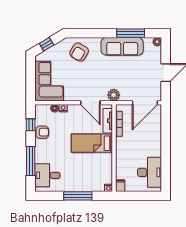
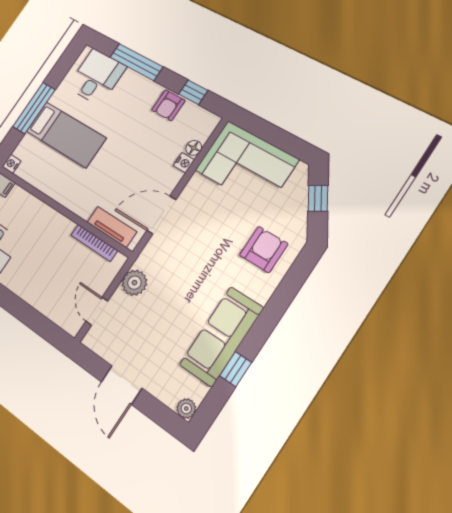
window: (131, 33) -> (236, 369), width x0.46
armchair: (79, 52) -> (264, 250), turned 59
plant: (114, 95) -> (134, 283), moved
door: (145, 103) -> (97, 311), width x0.53
bed: (92, 143) -> (66, 135), moved, turned 90

